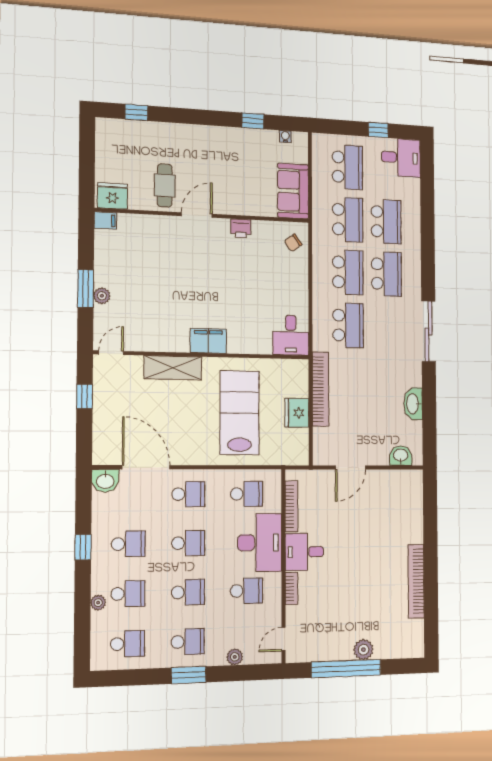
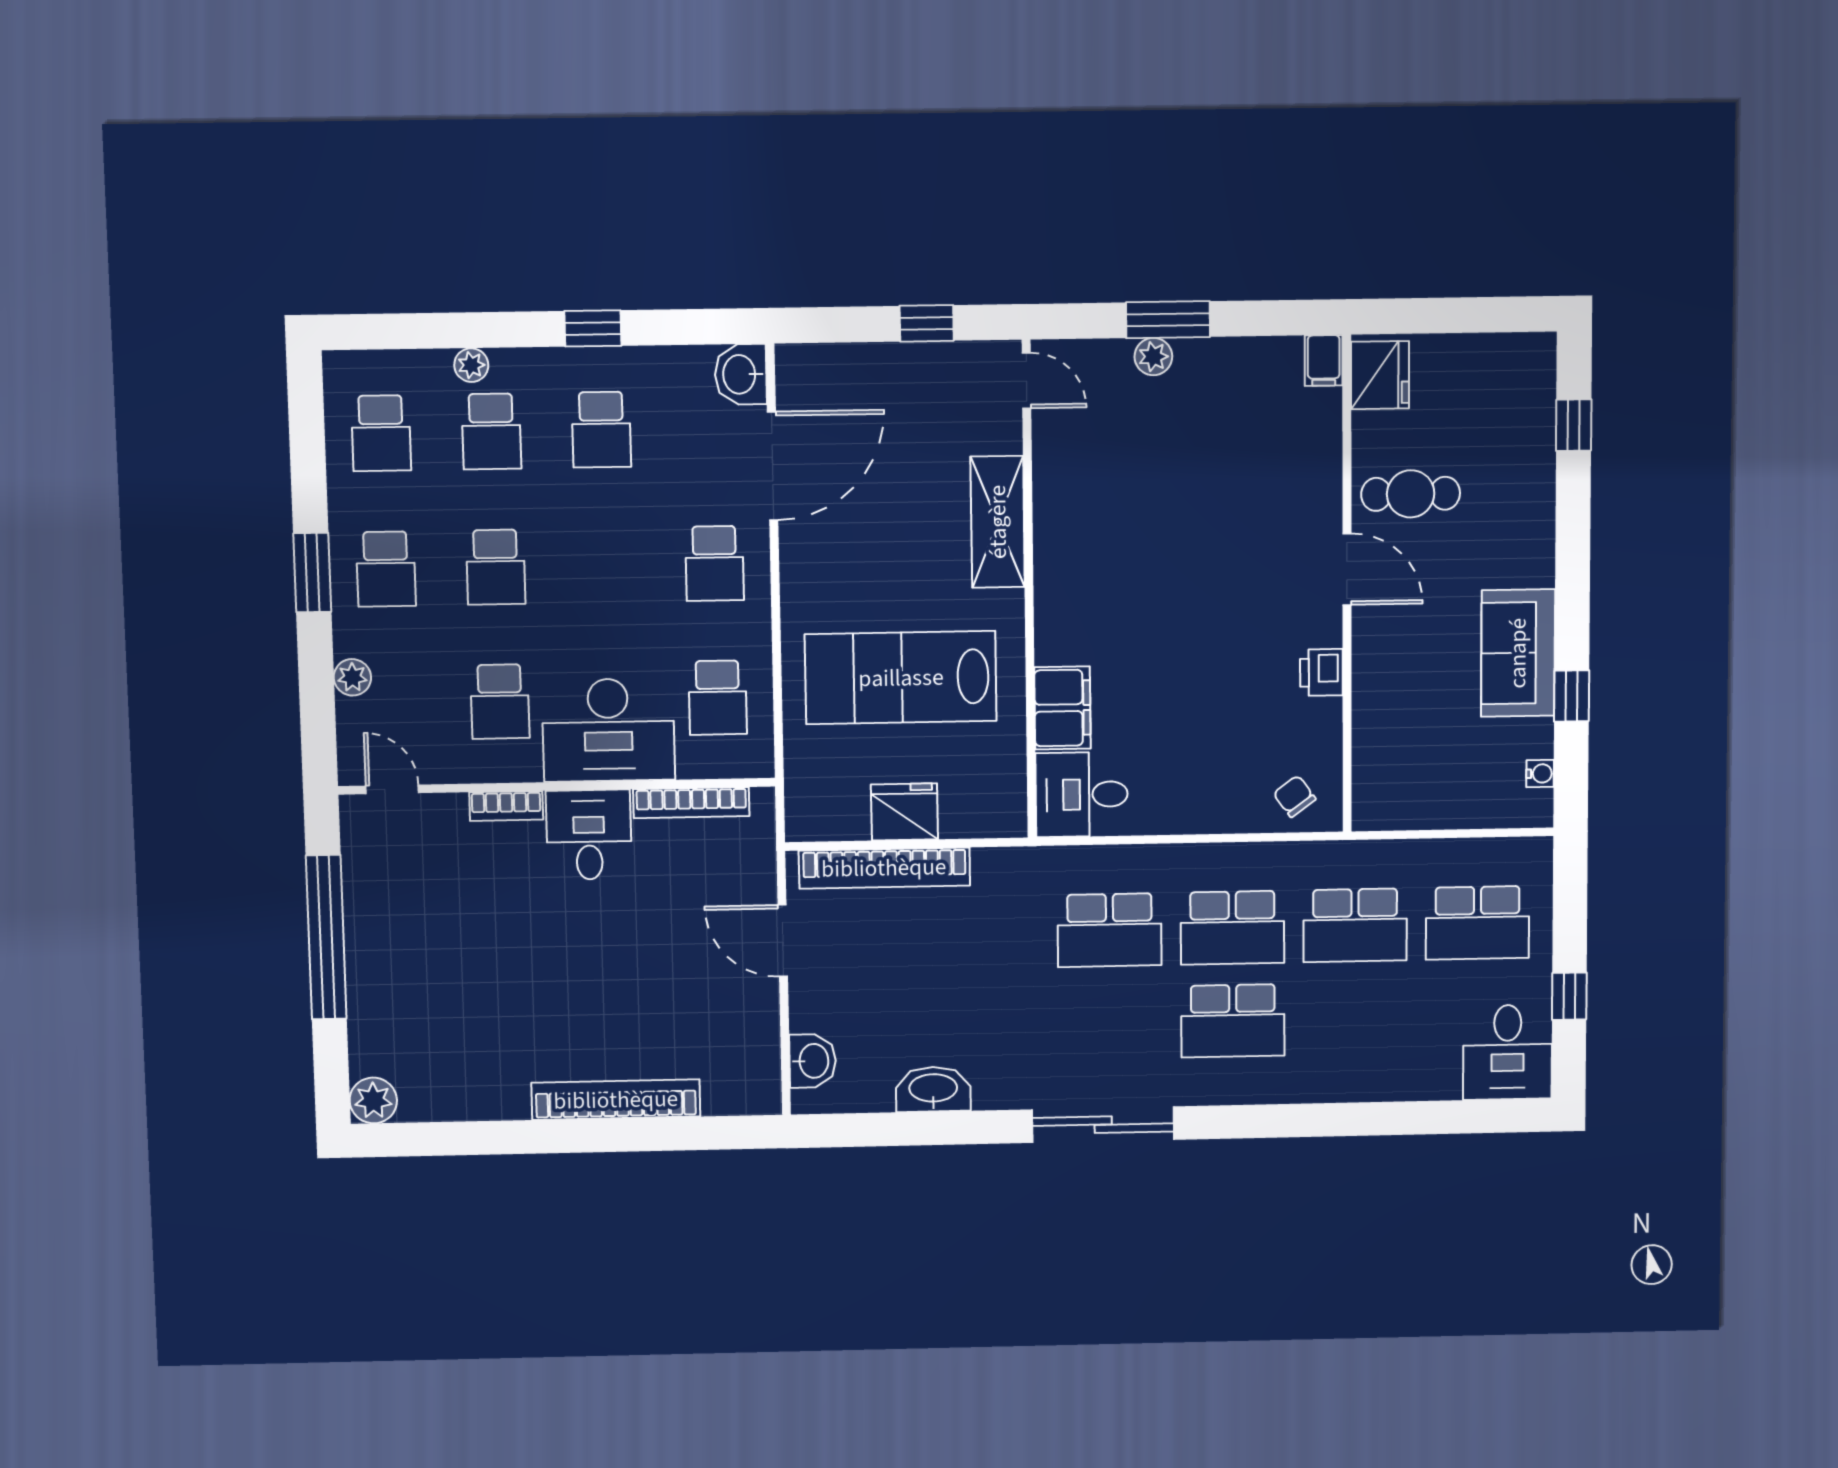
sofa: (293, 191) -> (1518, 653), moved, turned -90
school desk: (386, 222) -> (1355, 1018), removed
filing cabinet: (208, 341) -> (1062, 708), moved
bookcase: (320, 389) -> (884, 868), moved
lab bench: (239, 413) -> (901, 678), turned 180
school desk: (188, 543) -> (605, 565), removed
bookcase: (416, 581) -> (616, 1100), moved
plant: (363, 650) -> (373, 1100), moved

